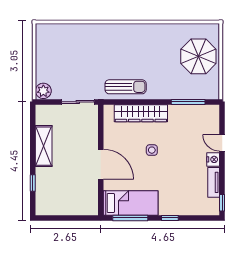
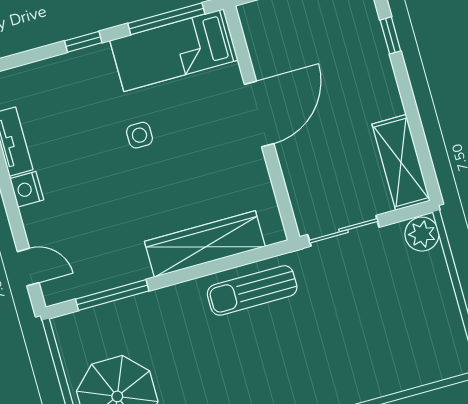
door: (222, 143) -> (28, 267), moved
shelving: (44, 146) -> (401, 162), moved
side table: (152, 150) -> (139, 135), moved
door: (101, 164) -> (259, 114), swing flipped

